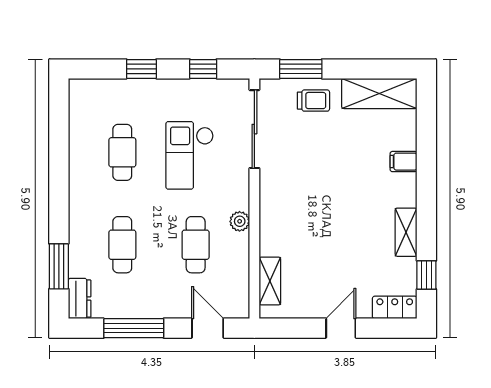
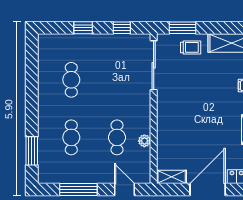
checkout: (190, 155) -> (113, 82), removed
plant: (240, 221) -> (144, 141), moved
shelving: (270, 281) -> (172, 177), moved, turned 90
dresser: (80, 299) -> (45, 171), removed
door: (341, 328) -> (208, 189), width x1.87

